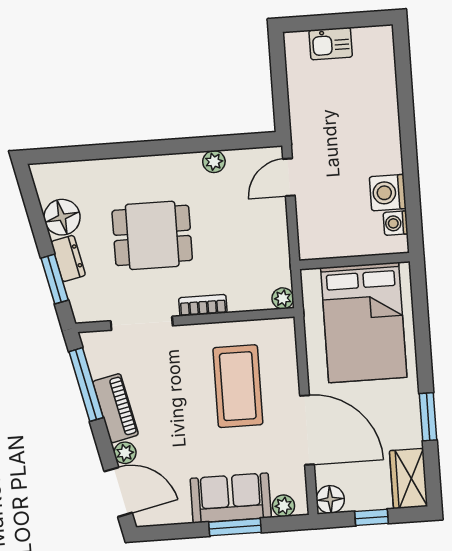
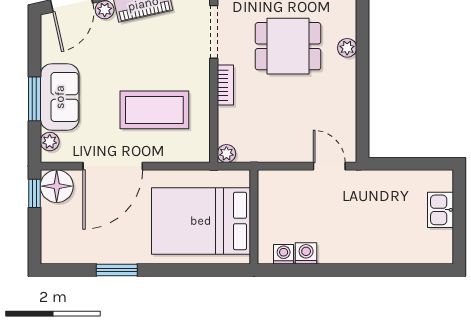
plant: (214, 162) -> (347, 48), moved
washing machine: (388, 193) -> (306, 253), width x0.73, depth x0.73
dining table: (152, 235) -> (288, 46), turned 90
wardrobe: (409, 479) -> (65, 250), removed
floor lamp: (330, 499) -> (57, 186), width x1.38, depth x1.38
window: (371, 517) -> (34, 193), moved

